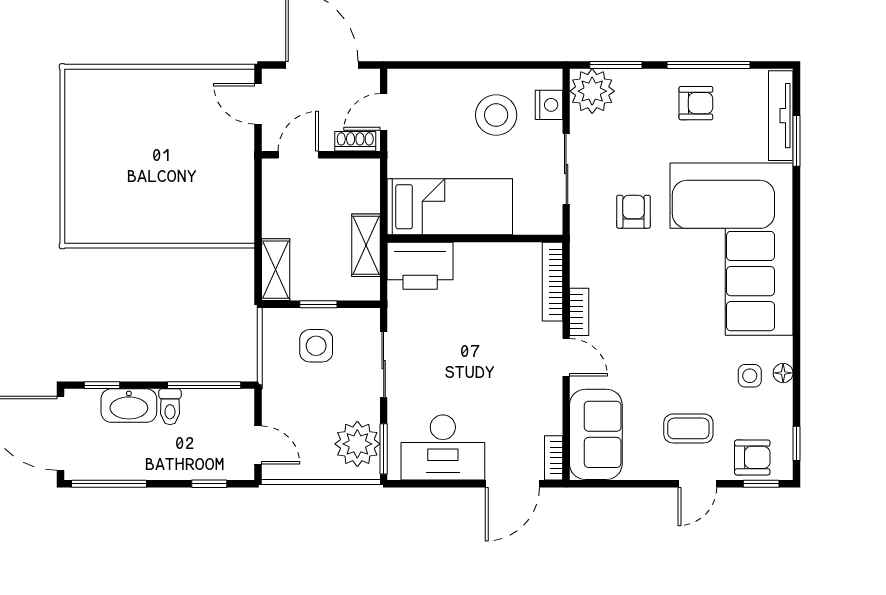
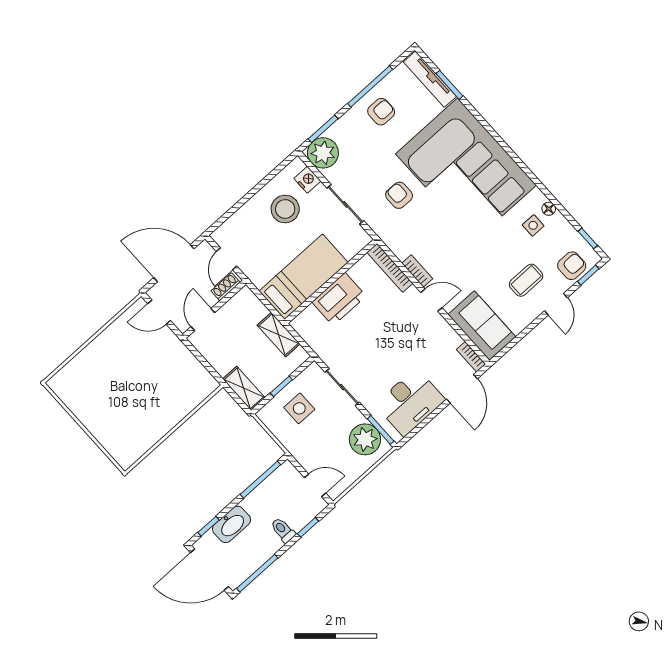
printer: (420, 266) -> (339, 299), moved
toilet: (170, 407) -> (283, 530), moved, turned 180

